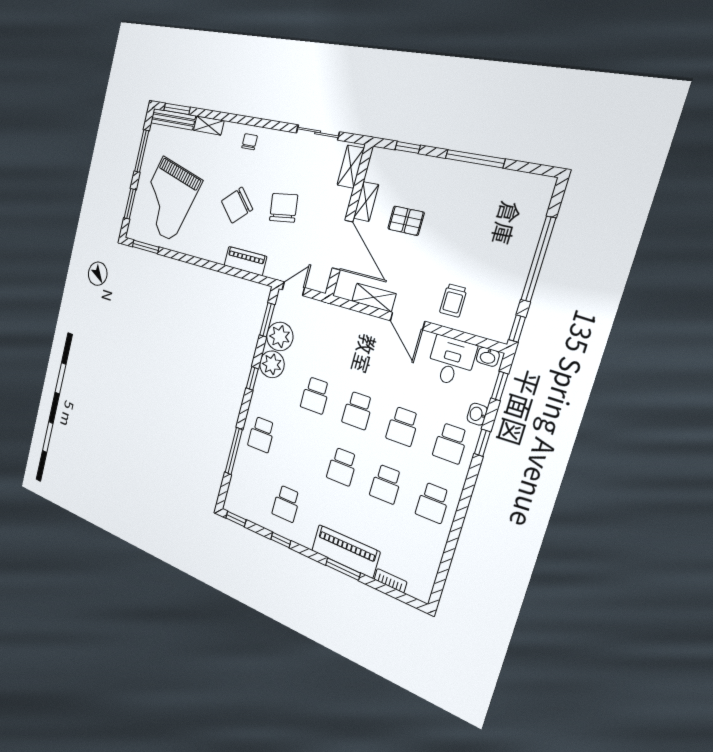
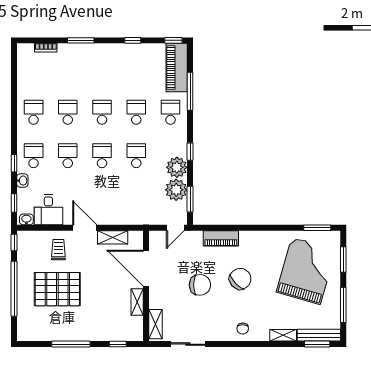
chair: (284, 208) -> (200, 285), turned -82
pallet: (406, 221) -> (57, 289), moved, width x2.05, depth x2.00
school desk: (286, 504) -> (136, 112), moved
piano: (345, 551) -> (177, 68), moved, turned 90

